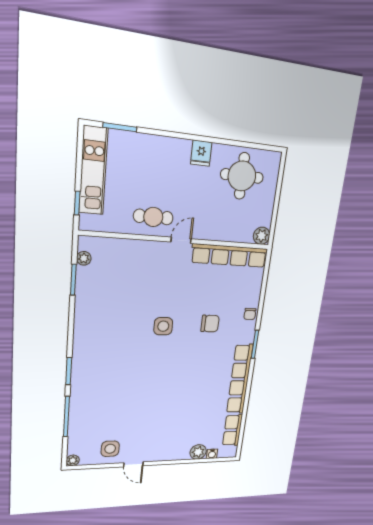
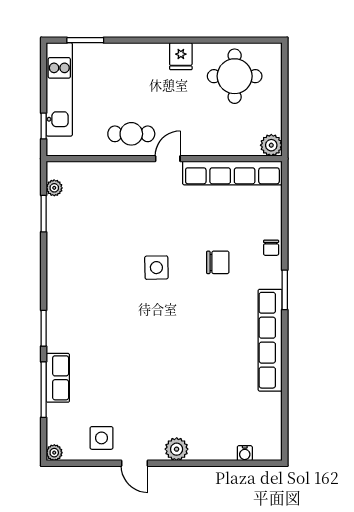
row of seats: (233, 430) -> (58, 378), moved, turned 180
plant: (198, 452) -> (177, 449), moved

